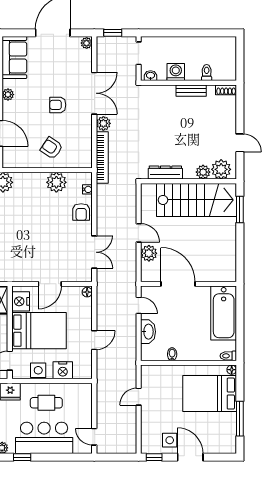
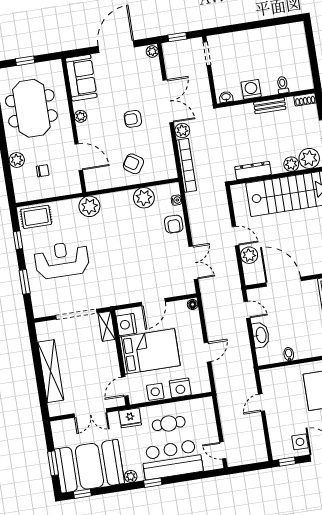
washing machine: (176, 72) -> (251, 89), moved
toilet: (207, 73) -> (283, 85), moved
washbasin: (151, 76) -> (226, 97), moved
wall: (189, 83) -> (266, 98), moved
shoe rack: (226, 90) -> (305, 99), moved
bench: (191, 91) -> (270, 106), moved

